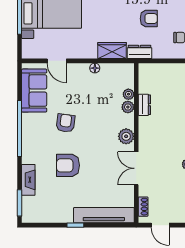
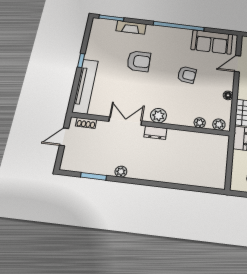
dresser: (144, 105) -> (155, 133), moved
plant: (128, 107) -> (219, 125), moved
armchair: (66, 123) -> (187, 75), moved
armchair: (68, 165) -> (139, 61), turned 90

